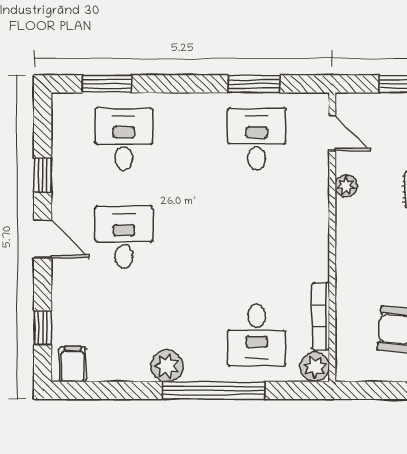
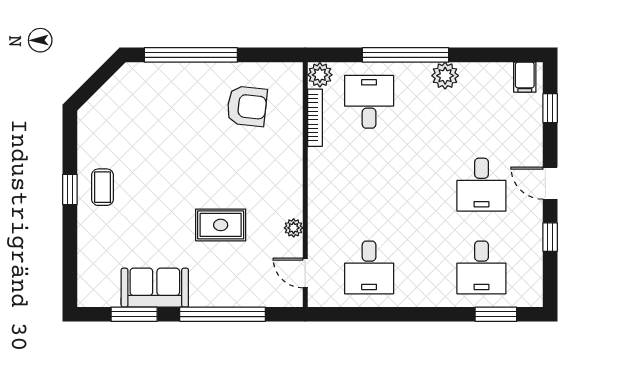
window: (254, 84) -> (372, 314), removed

